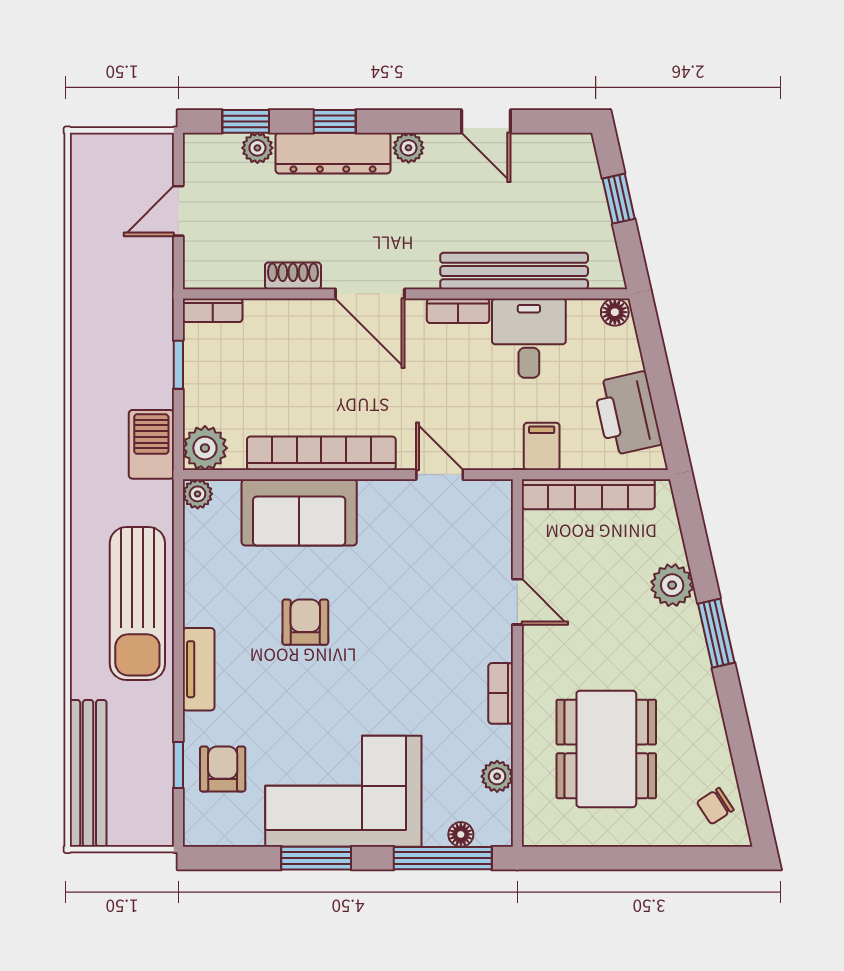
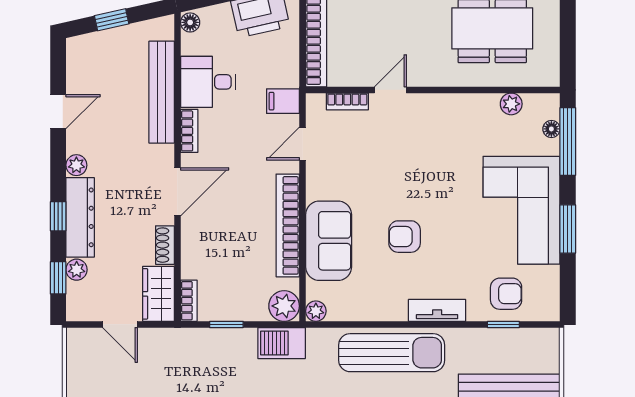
wardrobe: (222, 266) -> (158, 294), added
filing cabinet: (542, 446) -> (283, 101), moved
bookcase: (501, 693) -> (347, 101), moved
armchair: (223, 769) -> (506, 294), turned 180

